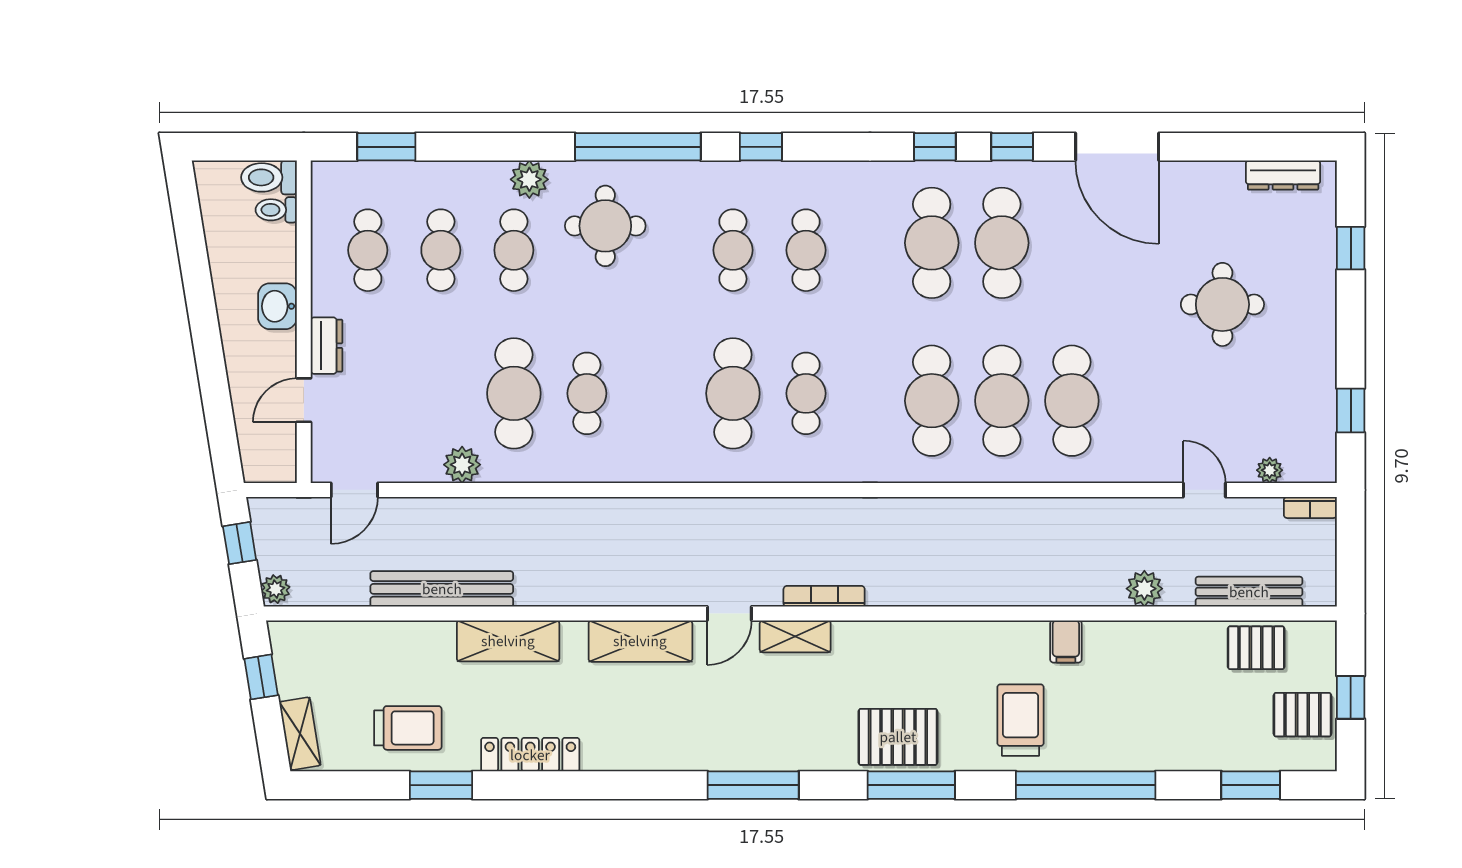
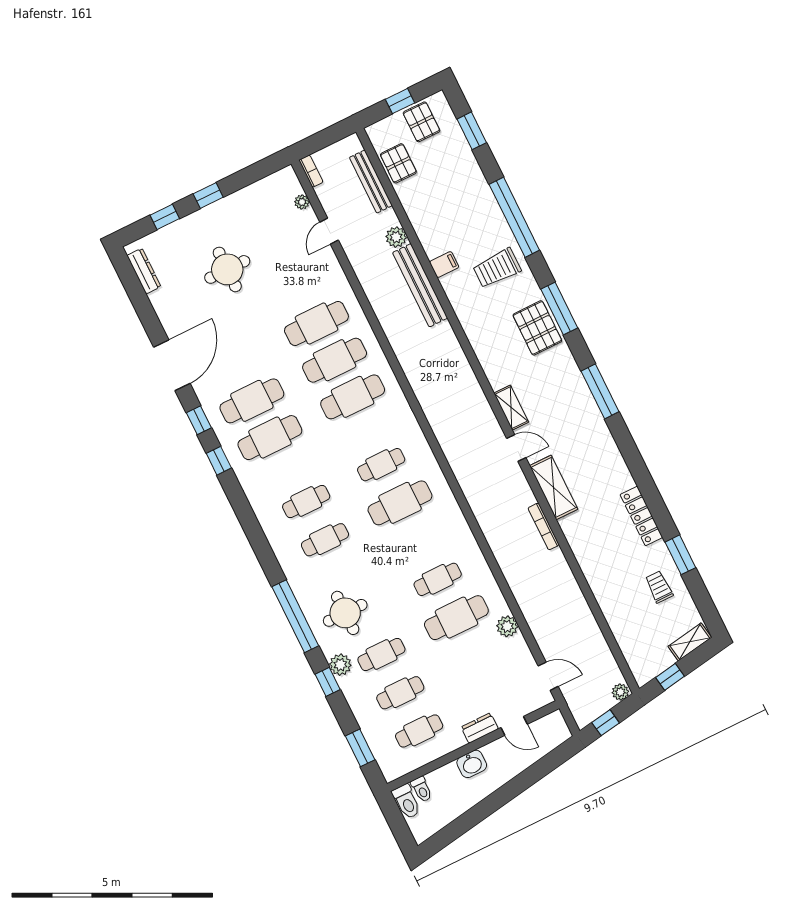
window: (761, 147) -> (328, 682), moved
window: (1351, 410) -> (208, 195), moved
bench: (442, 589) -> (420, 285), moved
bookcase: (824, 596) -> (544, 526), moved
shelving: (508, 641) -> (588, 557), removed
trolley: (408, 728) -> (659, 587), width x0.73, depth x0.72

